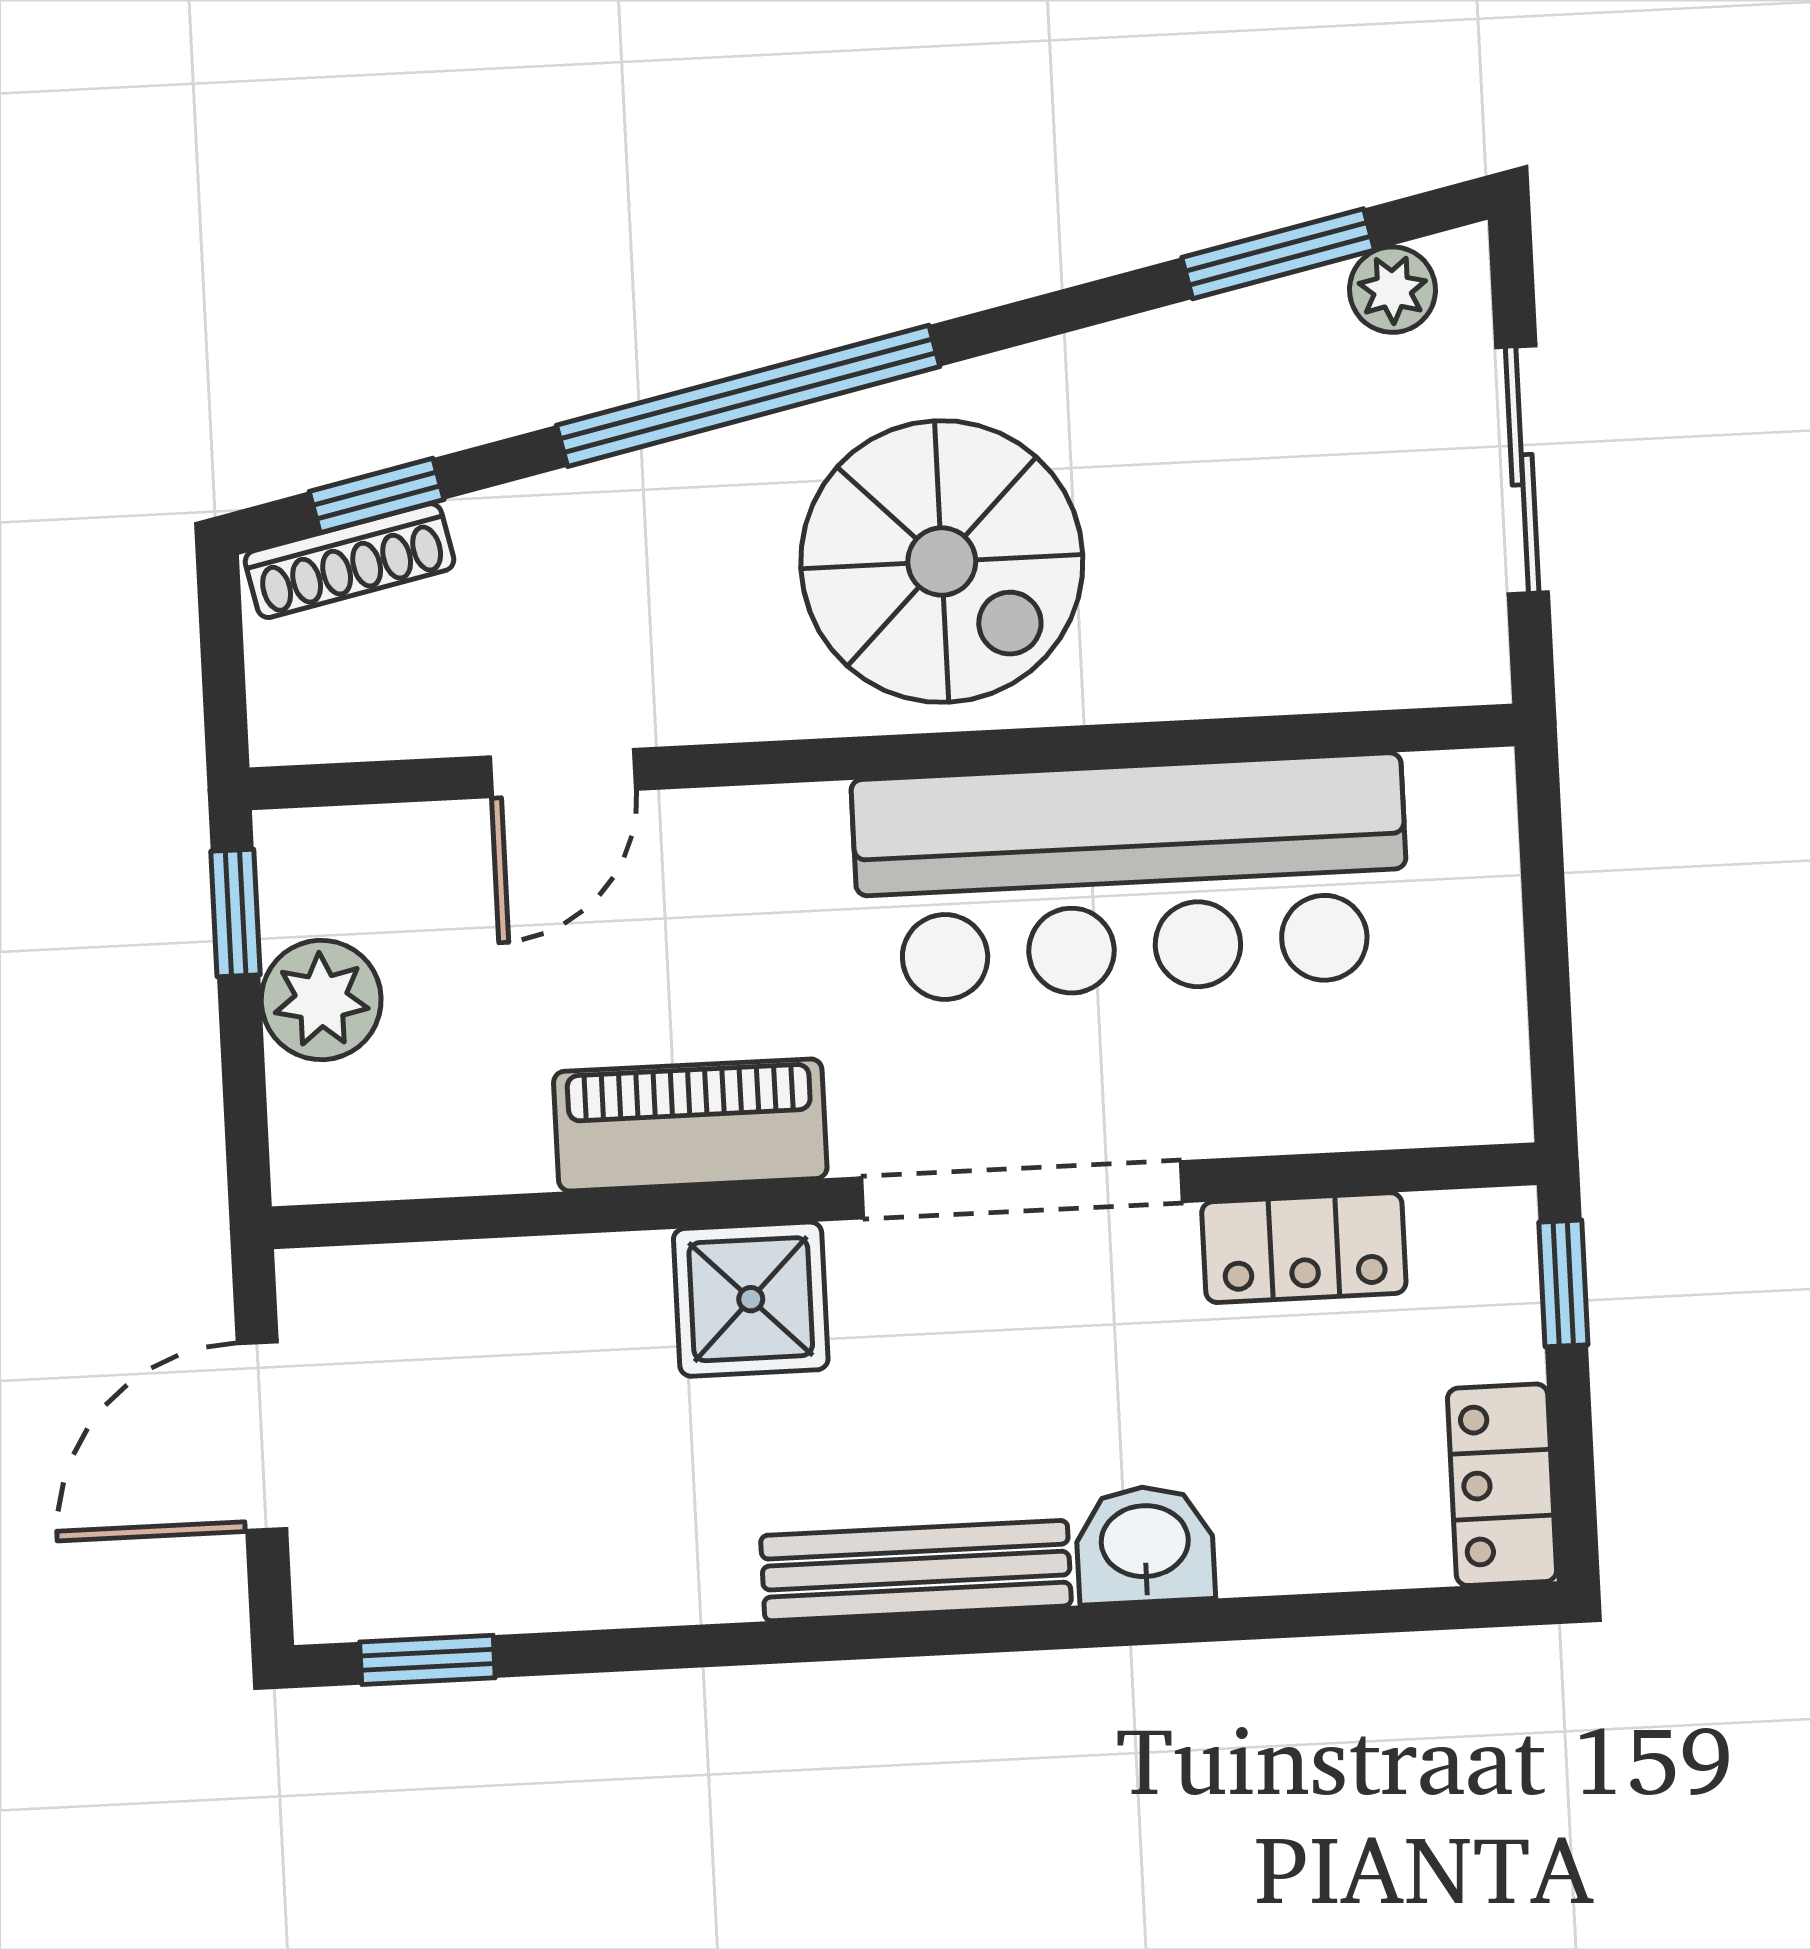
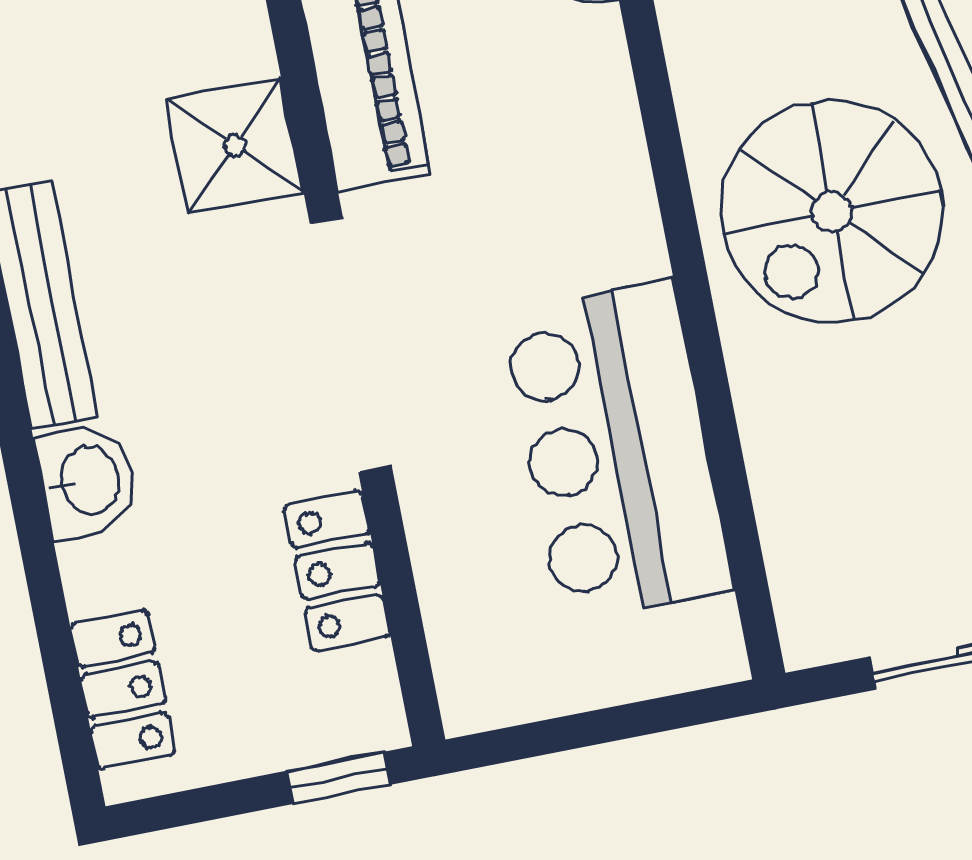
bar counter: (1131, 878) -> (617, 452), width x0.73
locker: (1502, 1485) -> (123, 690), moved, turned 90

